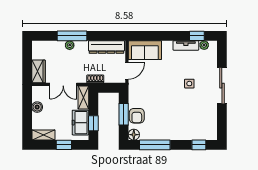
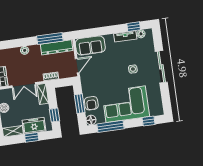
window: (72, 36) -> (50, 38), moved
corner sofa: (176, 122) -> (126, 104), added
freezer: (80, 123) -> (34, 126), moved, turned 90

